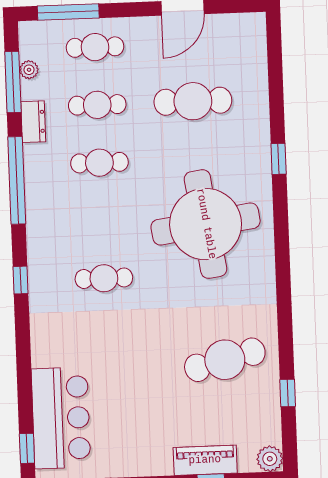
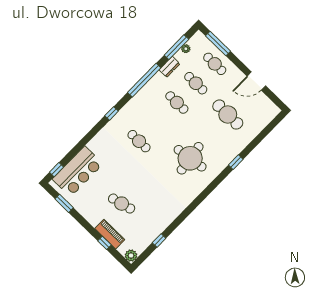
round table: (206, 224) -> (190, 158), width x0.73, depth x0.73
cafe table: (225, 360) -> (122, 204), moved, width x0.73, depth x0.74

